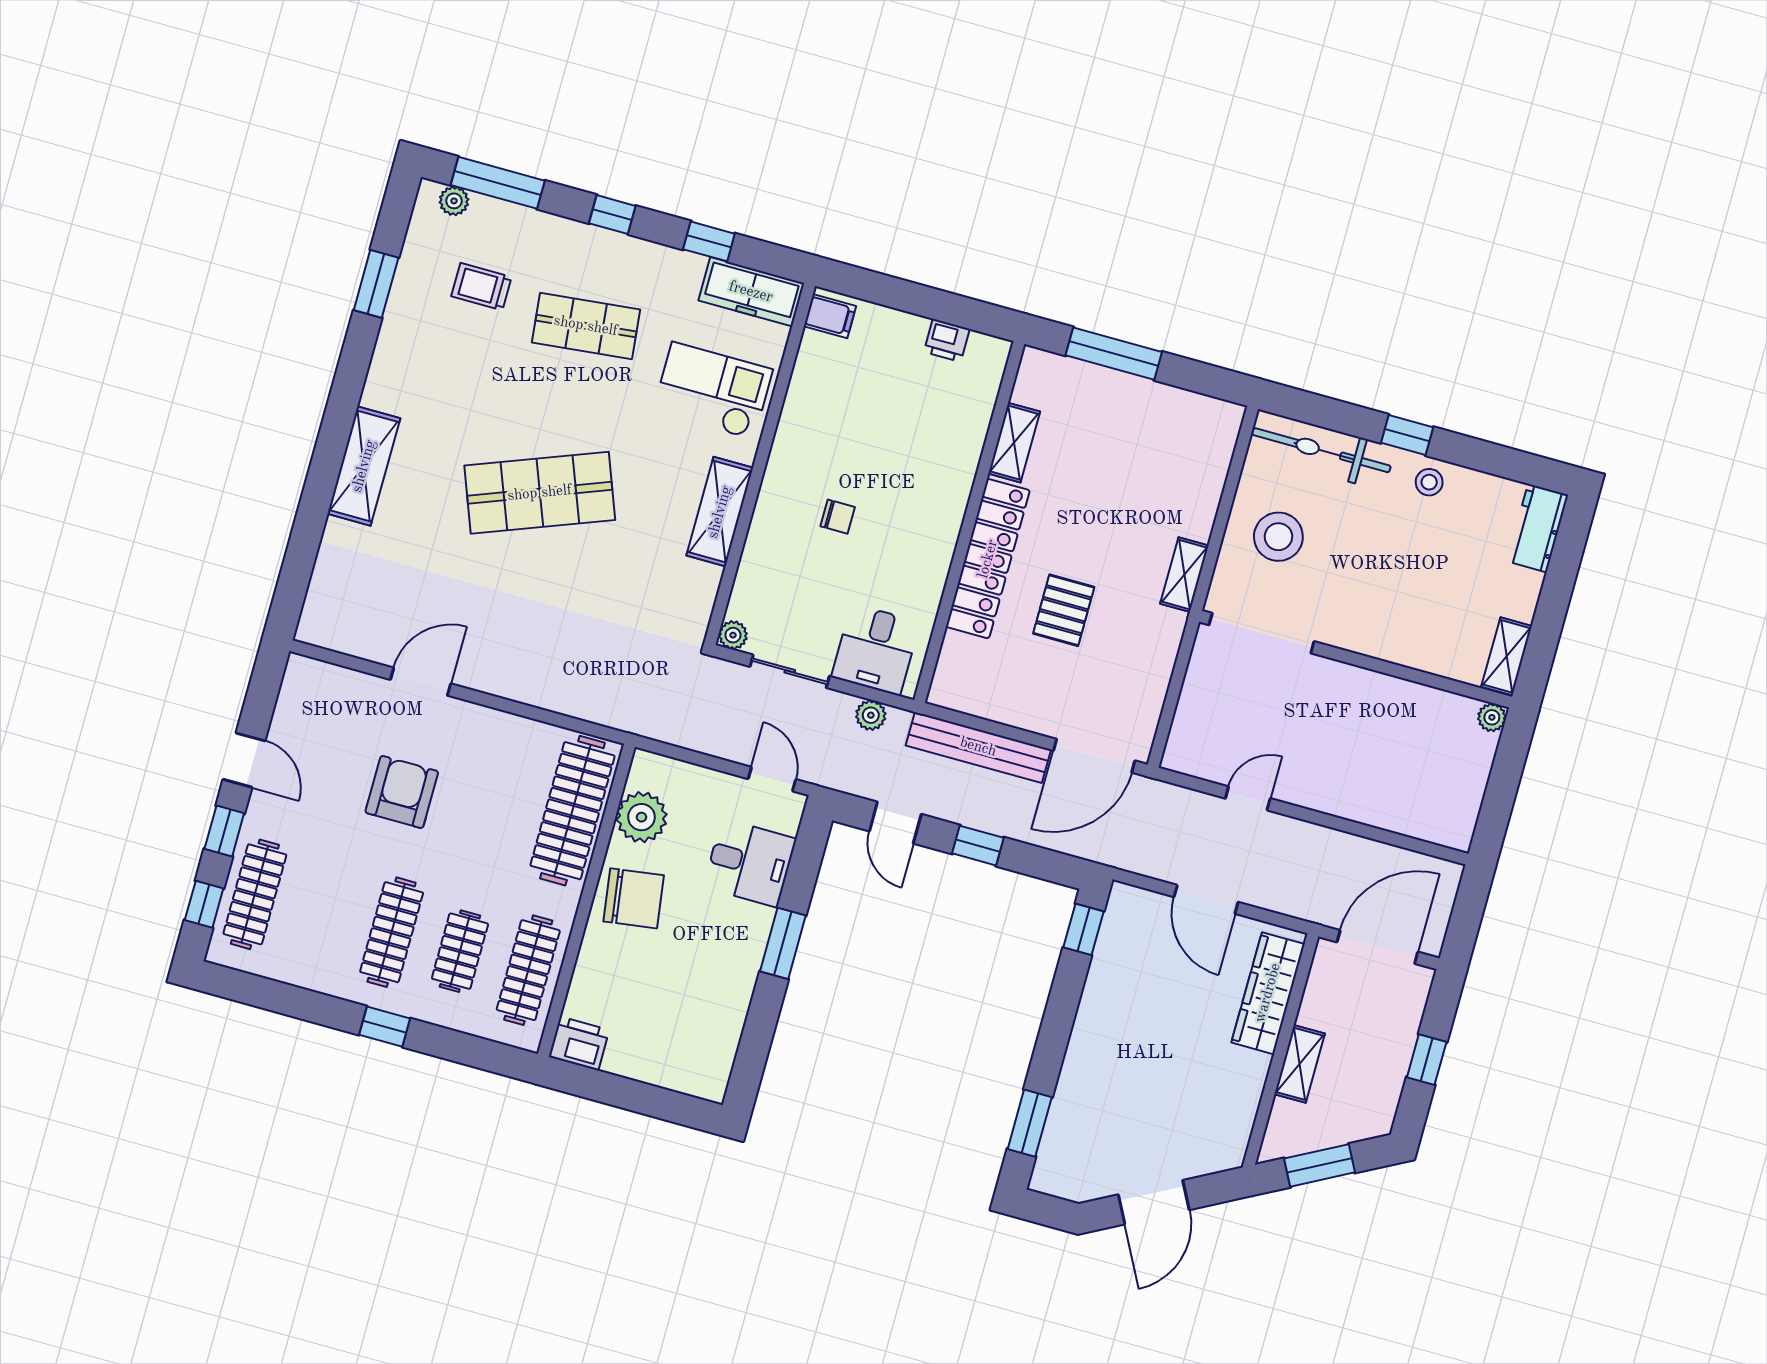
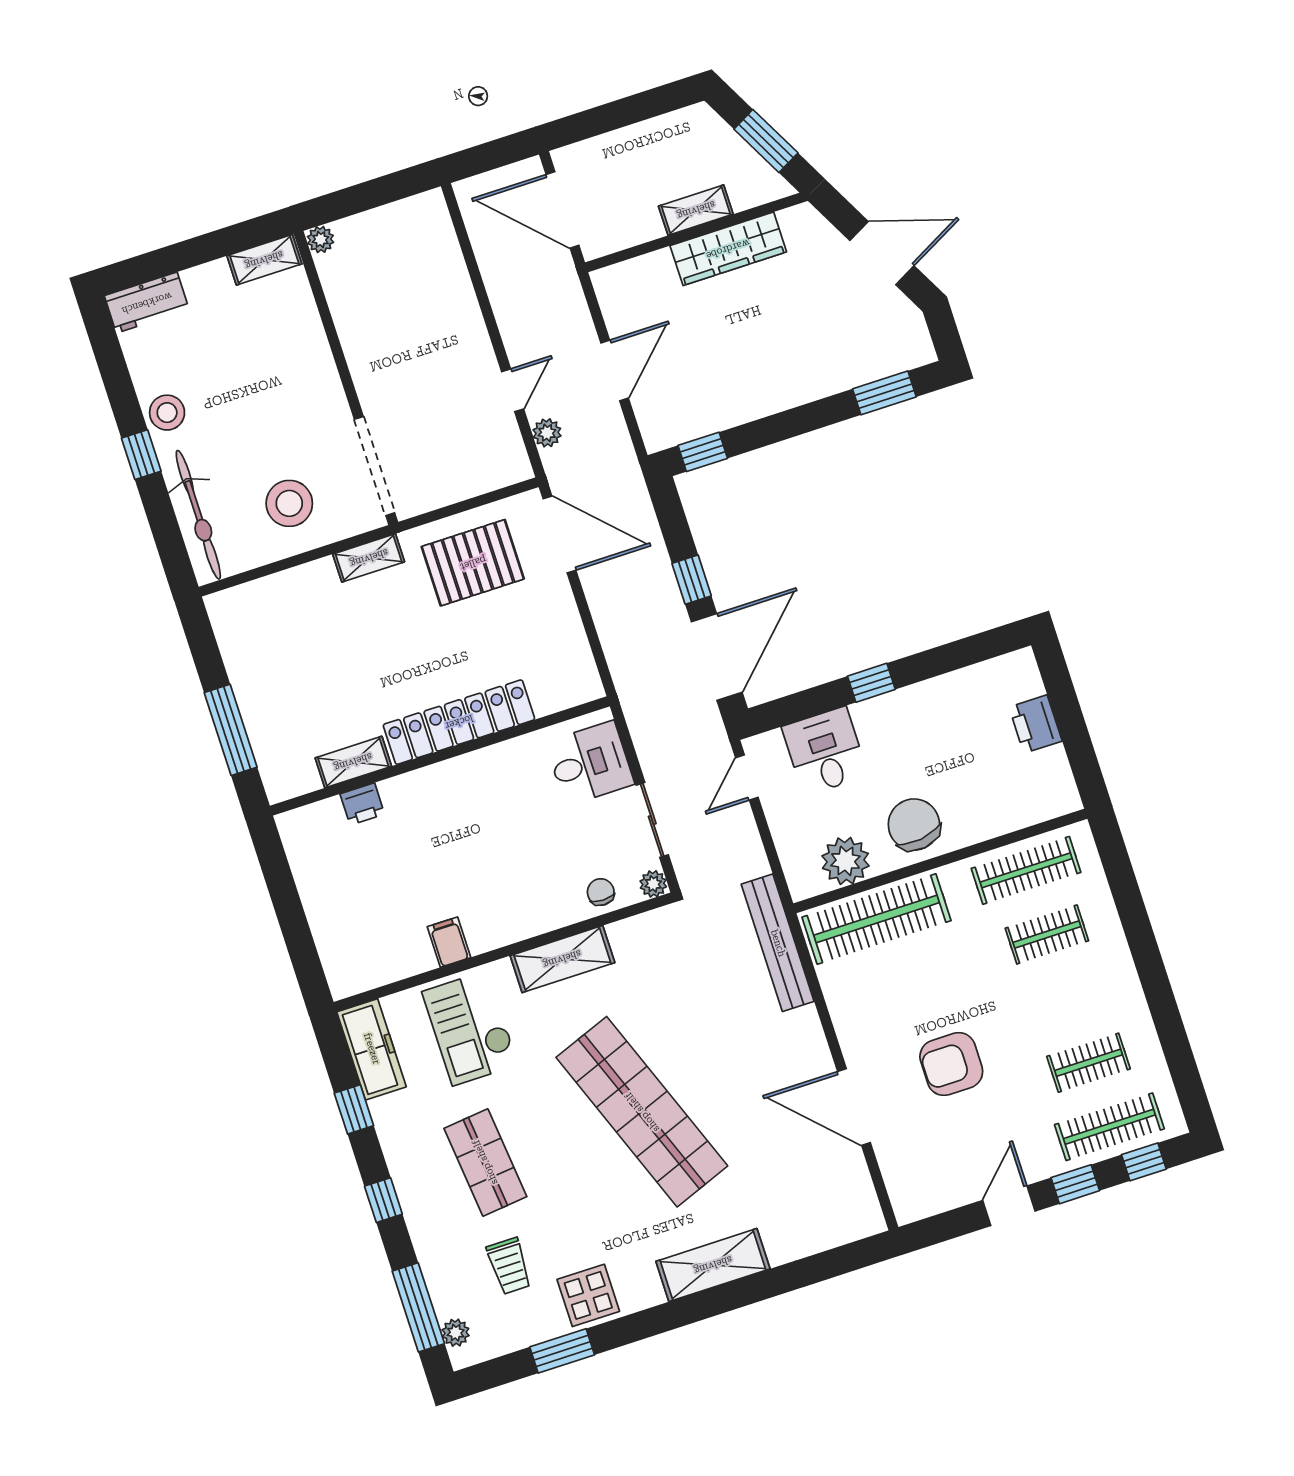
filing cabinet: (830, 316) -> (449, 942), moved
display table: (410, 339) -> (588, 1295), added
printer: (947, 340) -> (362, 804), moved, turned 90
stool: (1429, 482) -> (167, 413), width x1.37, depth x1.37
shop shelf: (540, 493) -> (642, 1112), width x1.40
chair: (838, 517) -> (601, 892), moved
pallet: (1064, 610) -> (473, 563), moved, width x1.50, depth x1.42
door: (421, 682) -> (854, 1107), width x1.36
plant: (871, 715) -> (547, 433), moved
bench: (978, 747) -> (778, 943), moved
door: (1248, 798) -> (513, 390), swing flipped
door: (895, 823) -> (717, 657), width x1.87
clothes rail: (392, 932) -> (1089, 1063), moved, width x0.73
window: (783, 943) -> (871, 683), width x0.67
wardrobe: (1268, 993) -> (728, 249), moved
window: (385, 1027) -> (1146, 955), removed
printer: (579, 1043) -> (1036, 724), moved
window: (1427, 1060) -> (626, 112), removed

